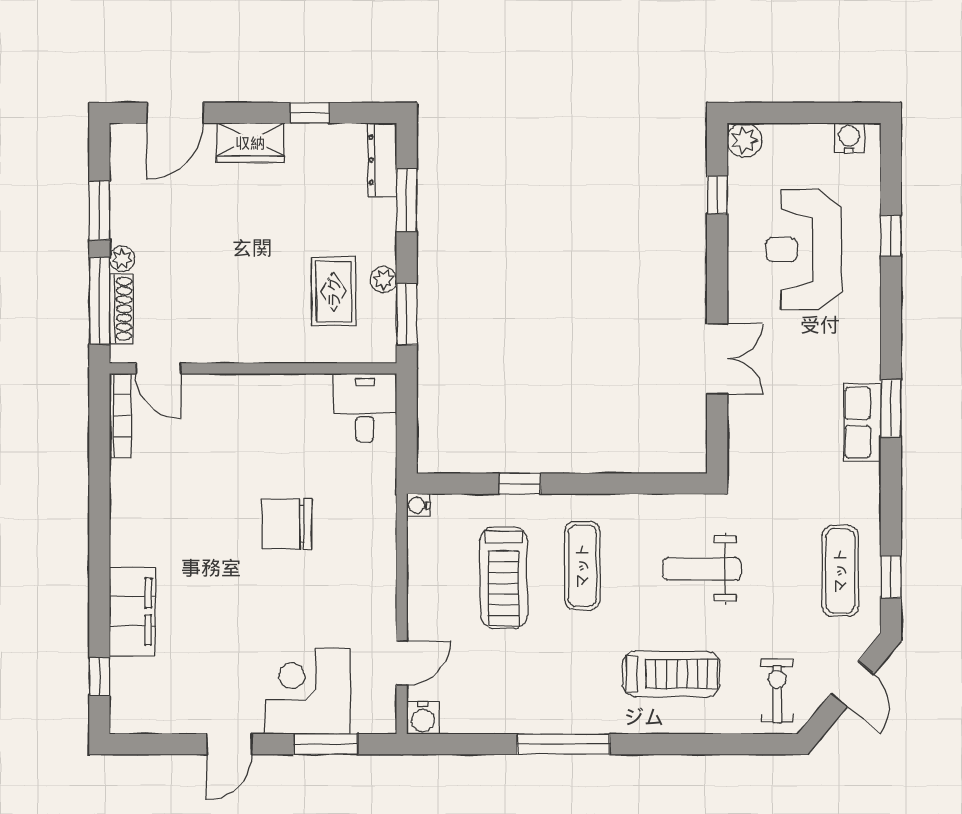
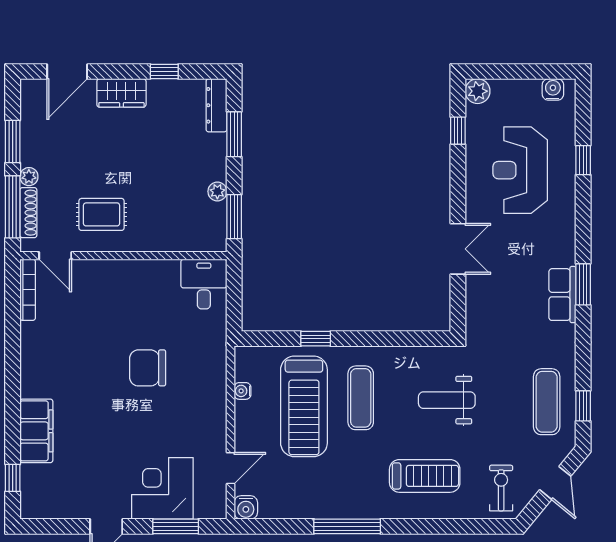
rug: (334, 292) -> (102, 214), moved, turned 90
water cooler: (418, 505) -> (242, 391), moved
treadmill: (504, 578) -> (304, 406), width x1.37, depth x1.38

